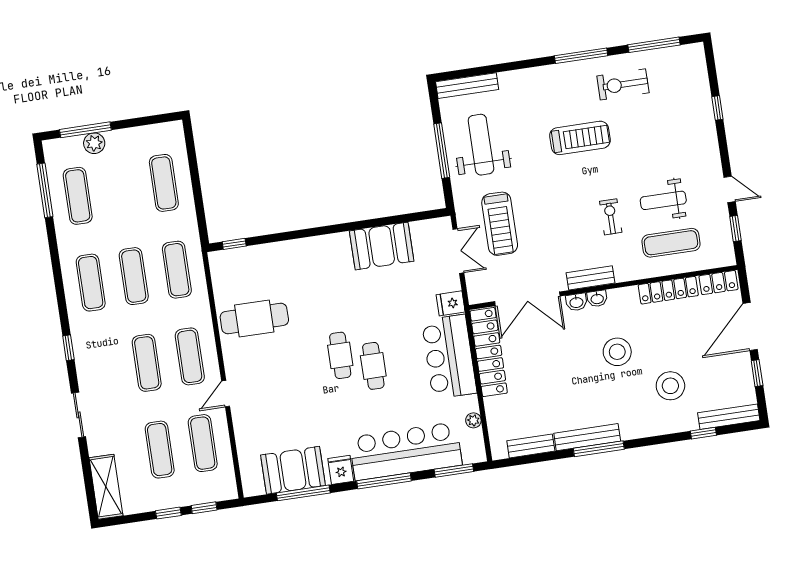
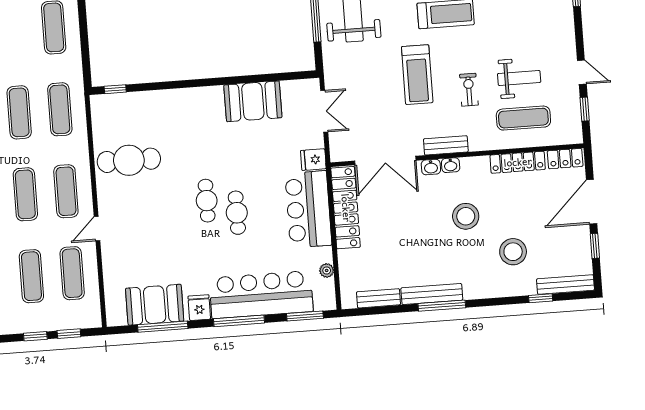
weight bench: (663, 200) -> (519, 78), turned 180
treadmill: (500, 224) -> (417, 75), moved

